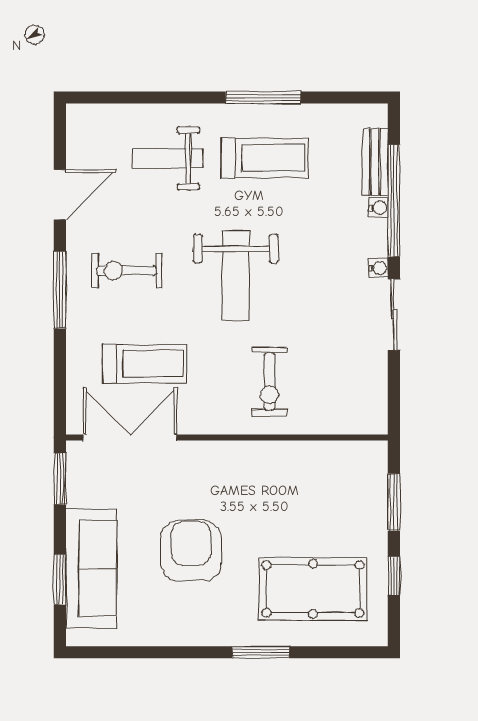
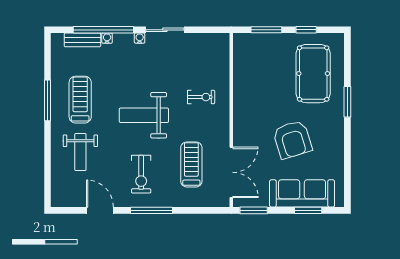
weight bench: (236, 276) -> (144, 115), turned 180
exercise bike: (269, 382) -> (201, 97), width x0.73, depth x0.72
double door: (130, 437) -> (231, 172), swing flipped
armchair: (191, 551) -> (292, 139), turned -107

